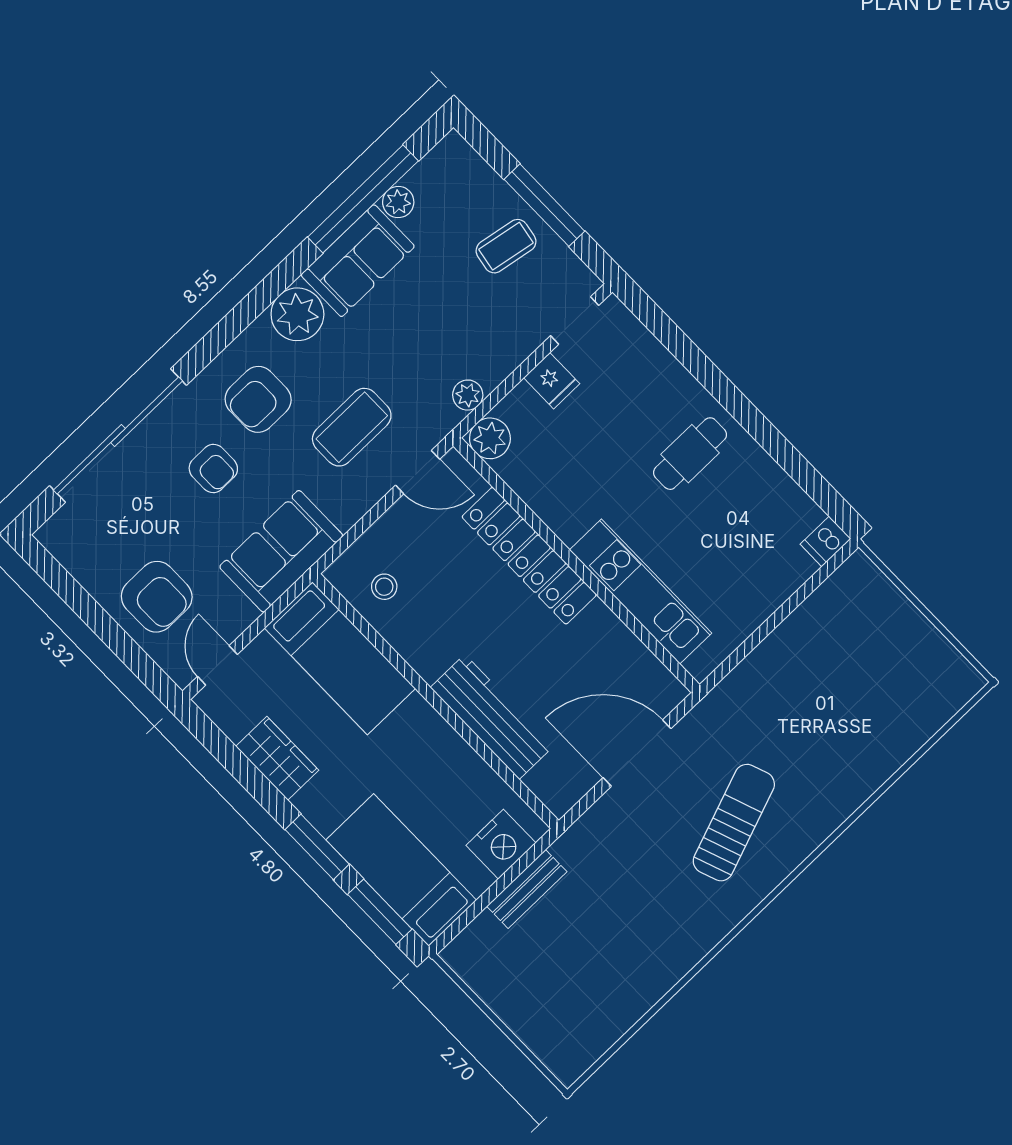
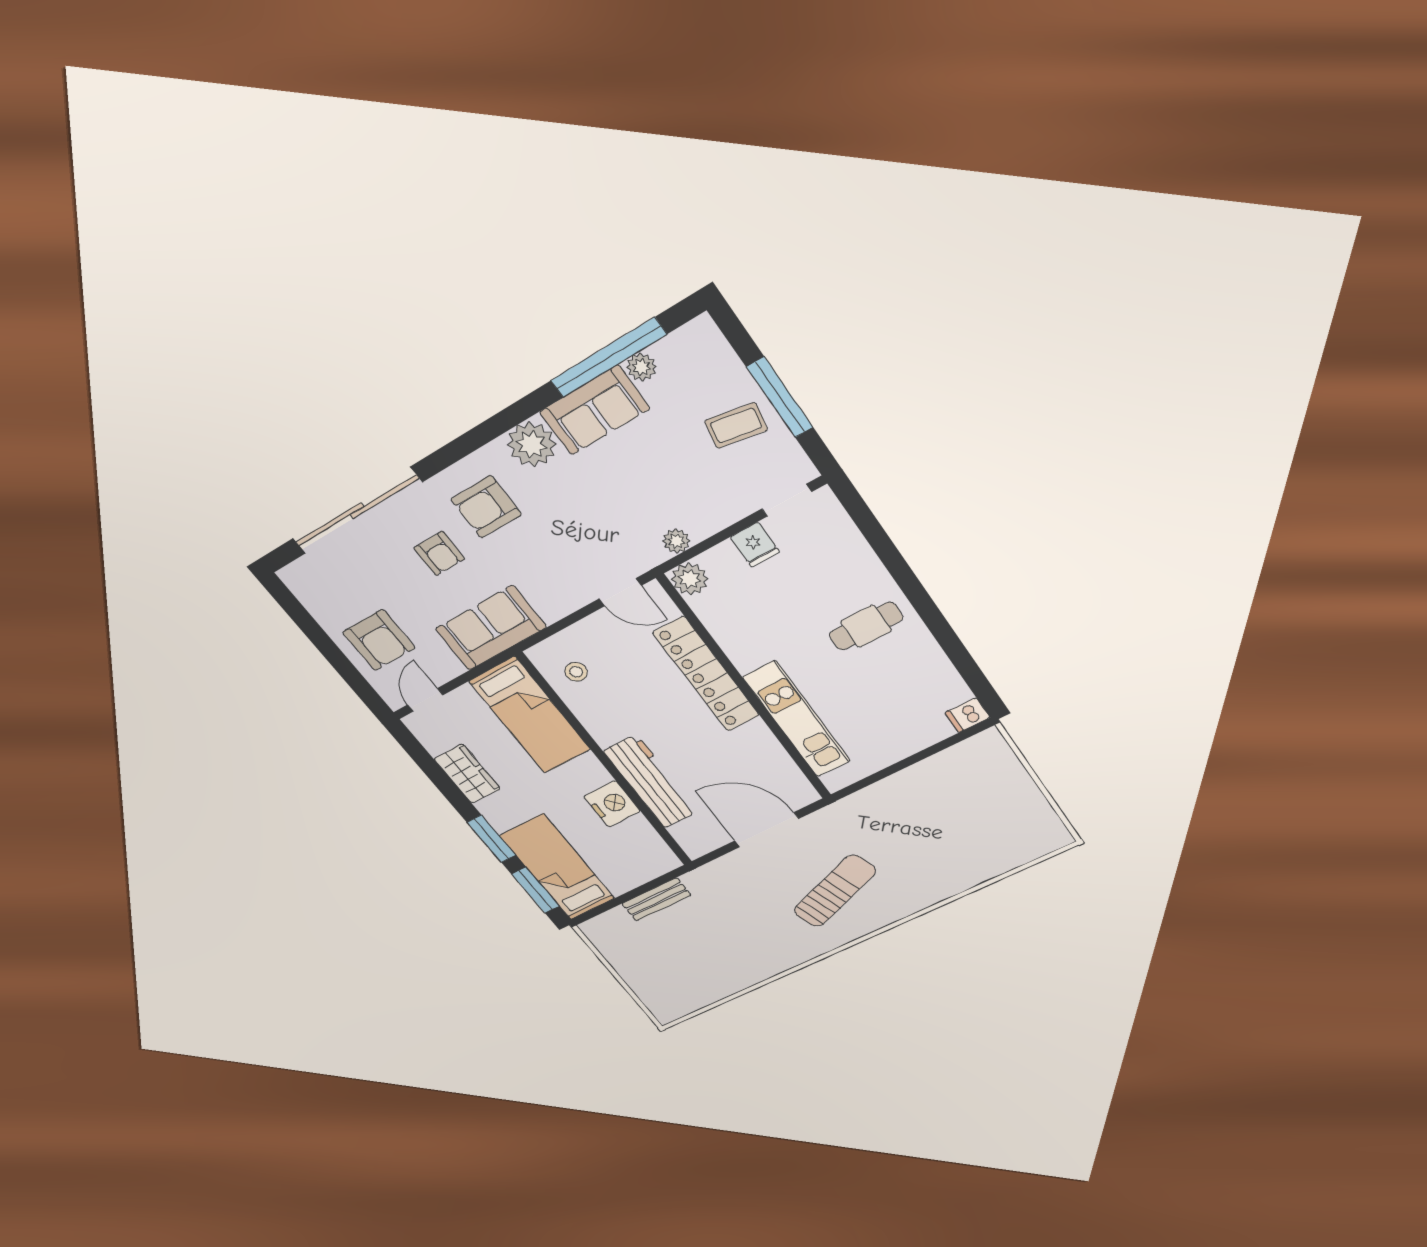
coffee table: (352, 427) -> (567, 546), removed
nightstand: (501, 844) -> (612, 804), moved, turned -90

